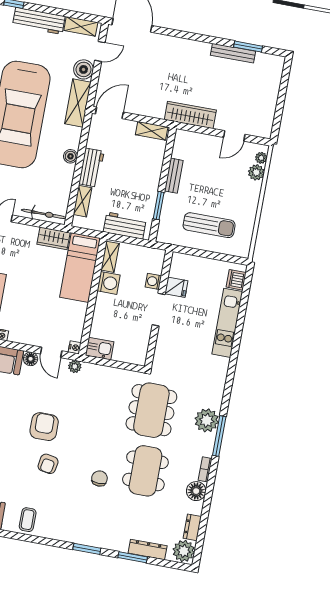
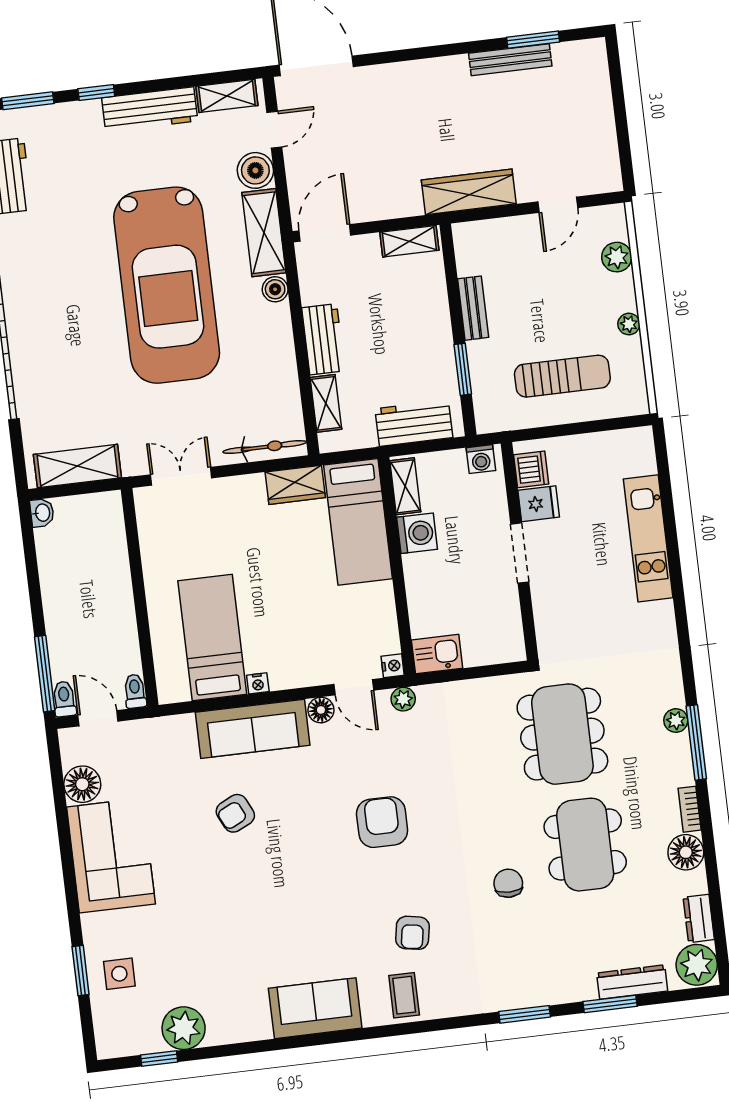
boiler: (70, 156) -> (275, 289), moved
plant: (261, 158) -> (629, 324), moved
dishwasher: (236, 280) -> (531, 469), moved, turned 180
washing machine: (153, 281) -> (481, 459), moved, turned -90
plant: (207, 420) -> (676, 721), width x0.53, depth x0.53
armchair: (48, 464) -> (412, 933), moved

